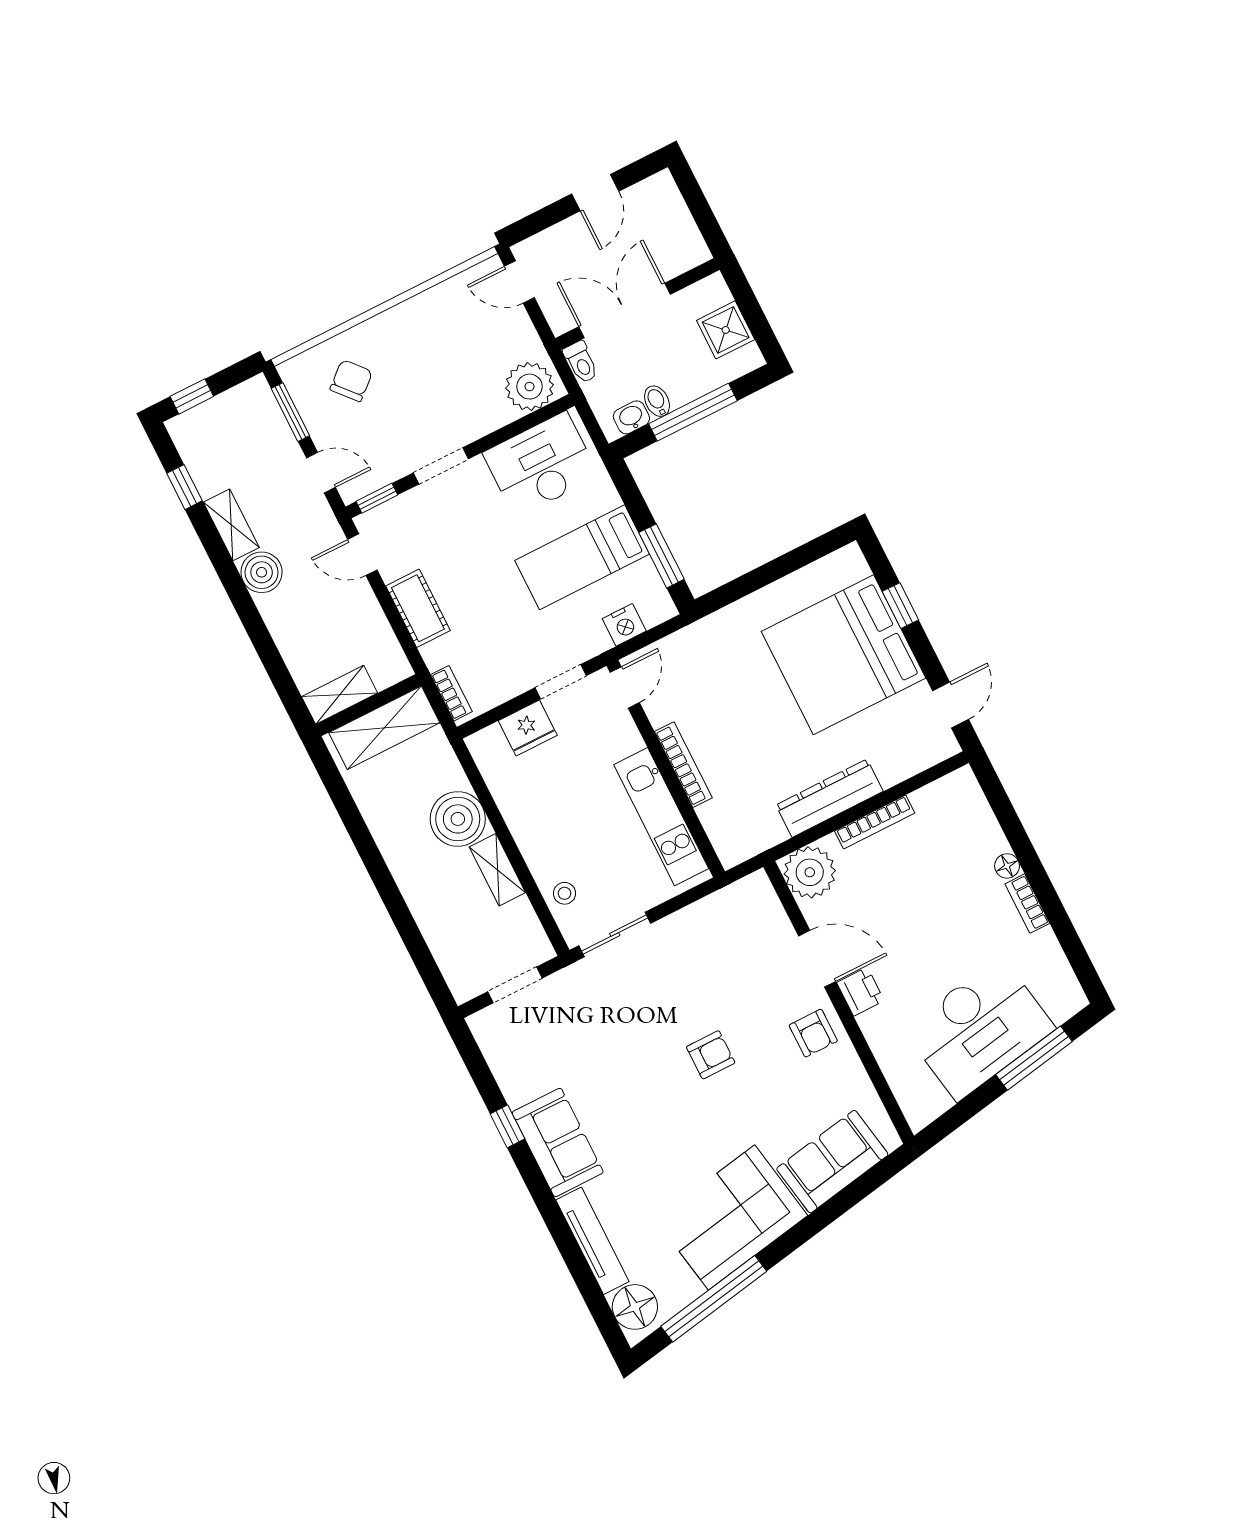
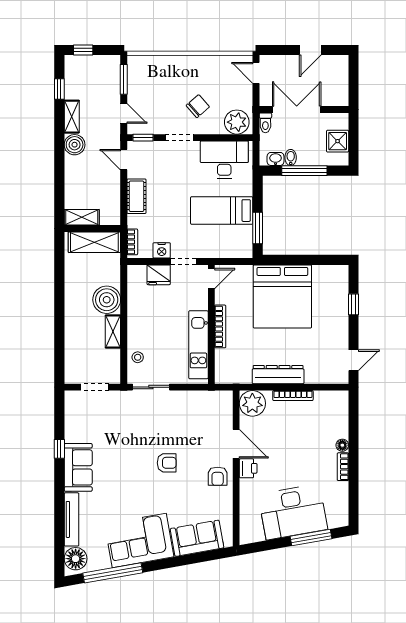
chair: (351, 381) -> (198, 106), moved
nightstand: (624, 625) -> (162, 250), moved
bed: (844, 655) -> (282, 296), moved, turned -90

